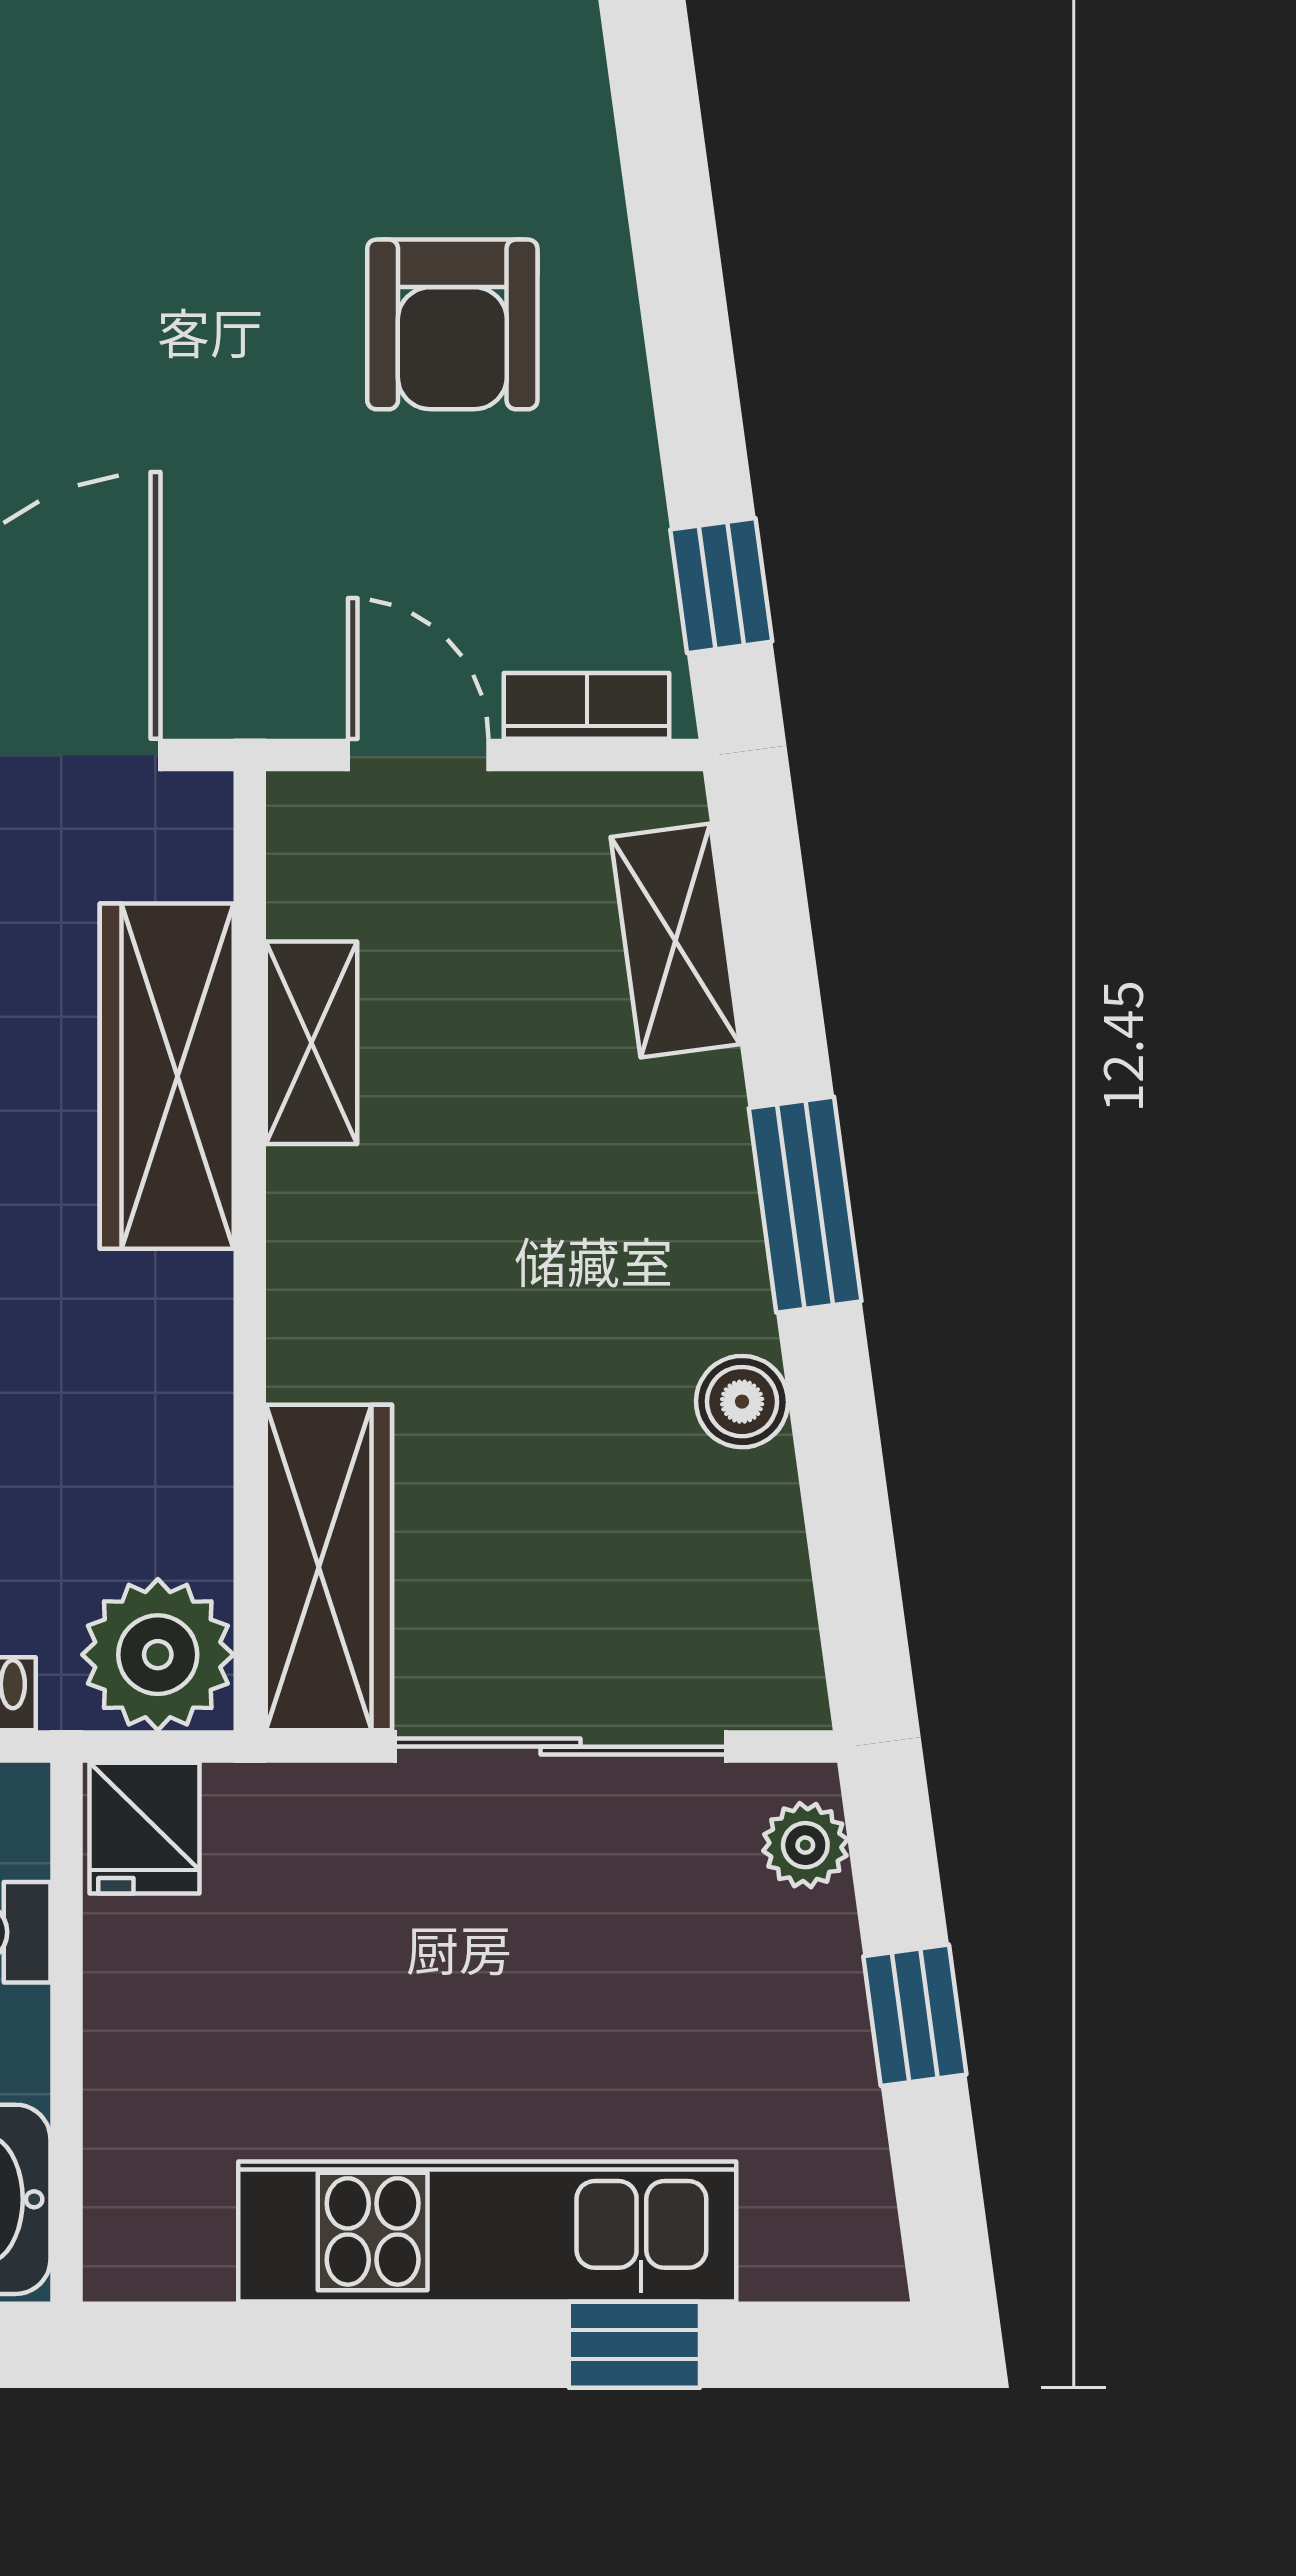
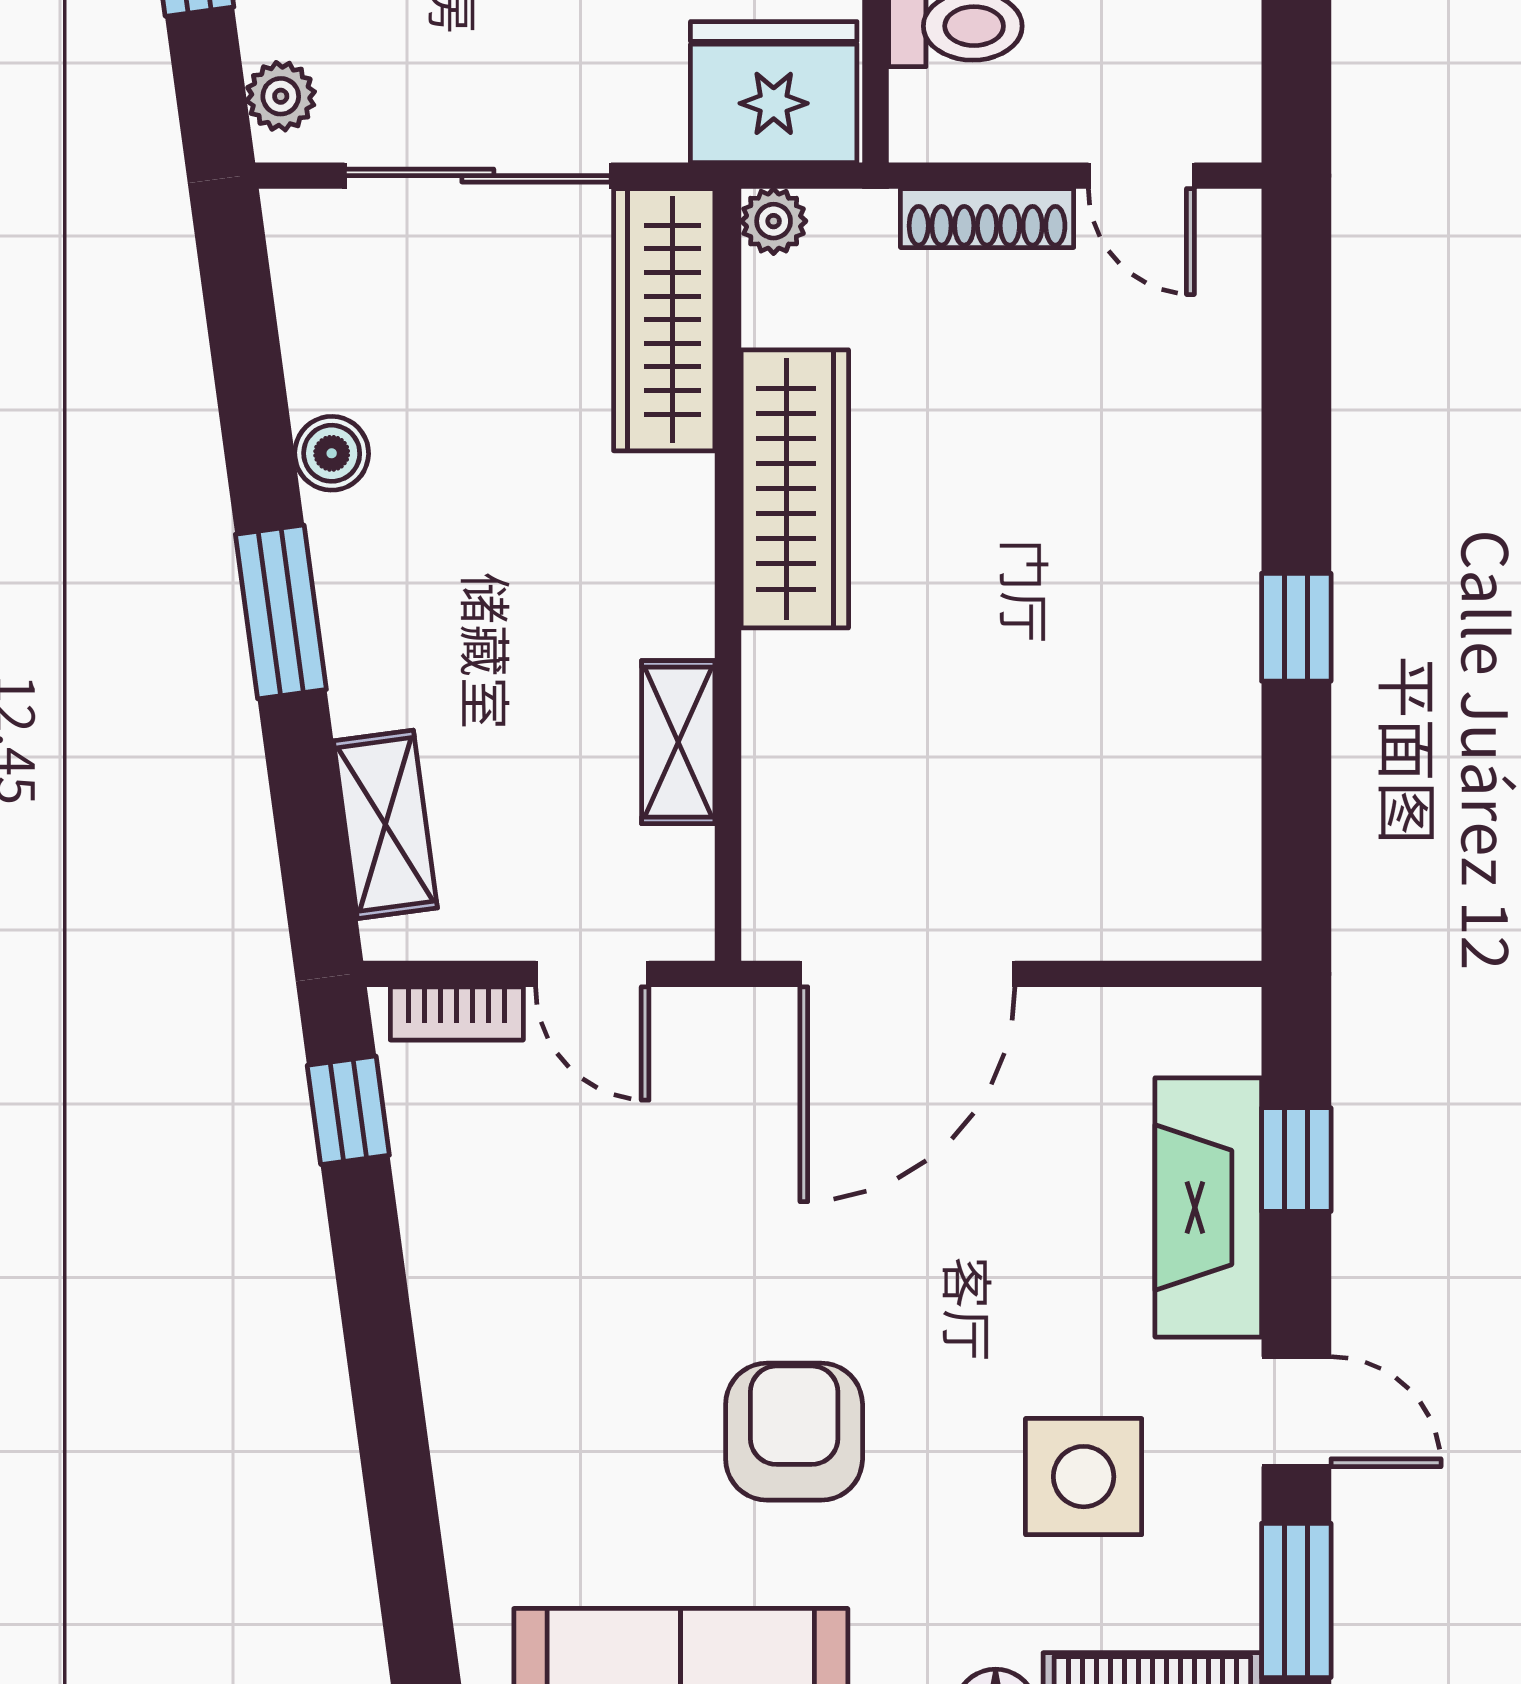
armchair: (452, 324) -> (794, 1432), moved
wardrobe: (167, 1076) -> (795, 489), moved
plant: (158, 1655) -> (774, 221), width x0.53, depth x0.53
fridge: (144, 1828) -> (774, 92), width x1.88, depth x1.34

